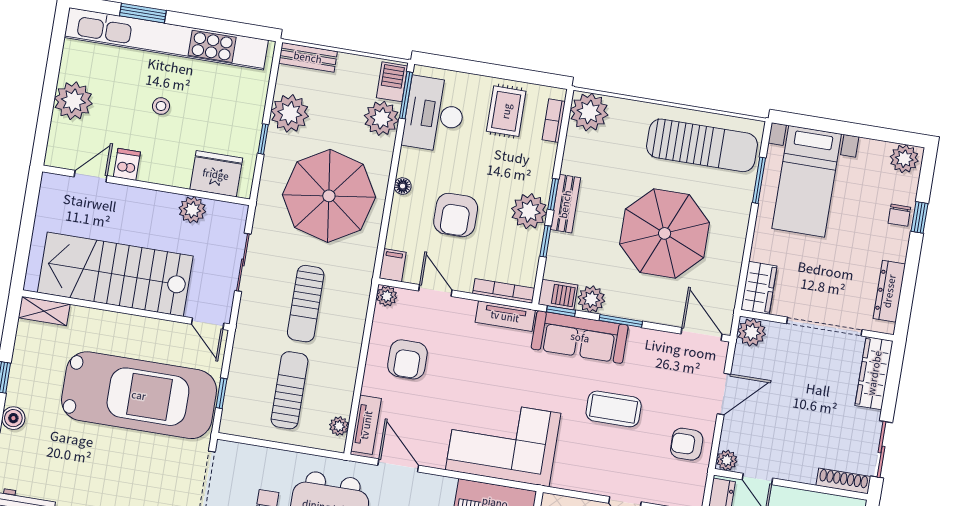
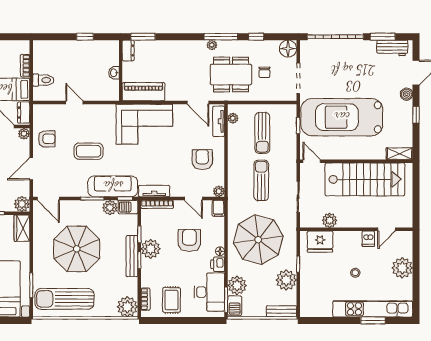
kitchen unit: (166, 39) -> (373, 309), width x0.73
printer: (411, 163) -> (218, 264), added
bench: (565, 204) -> (132, 256), width x1.36

